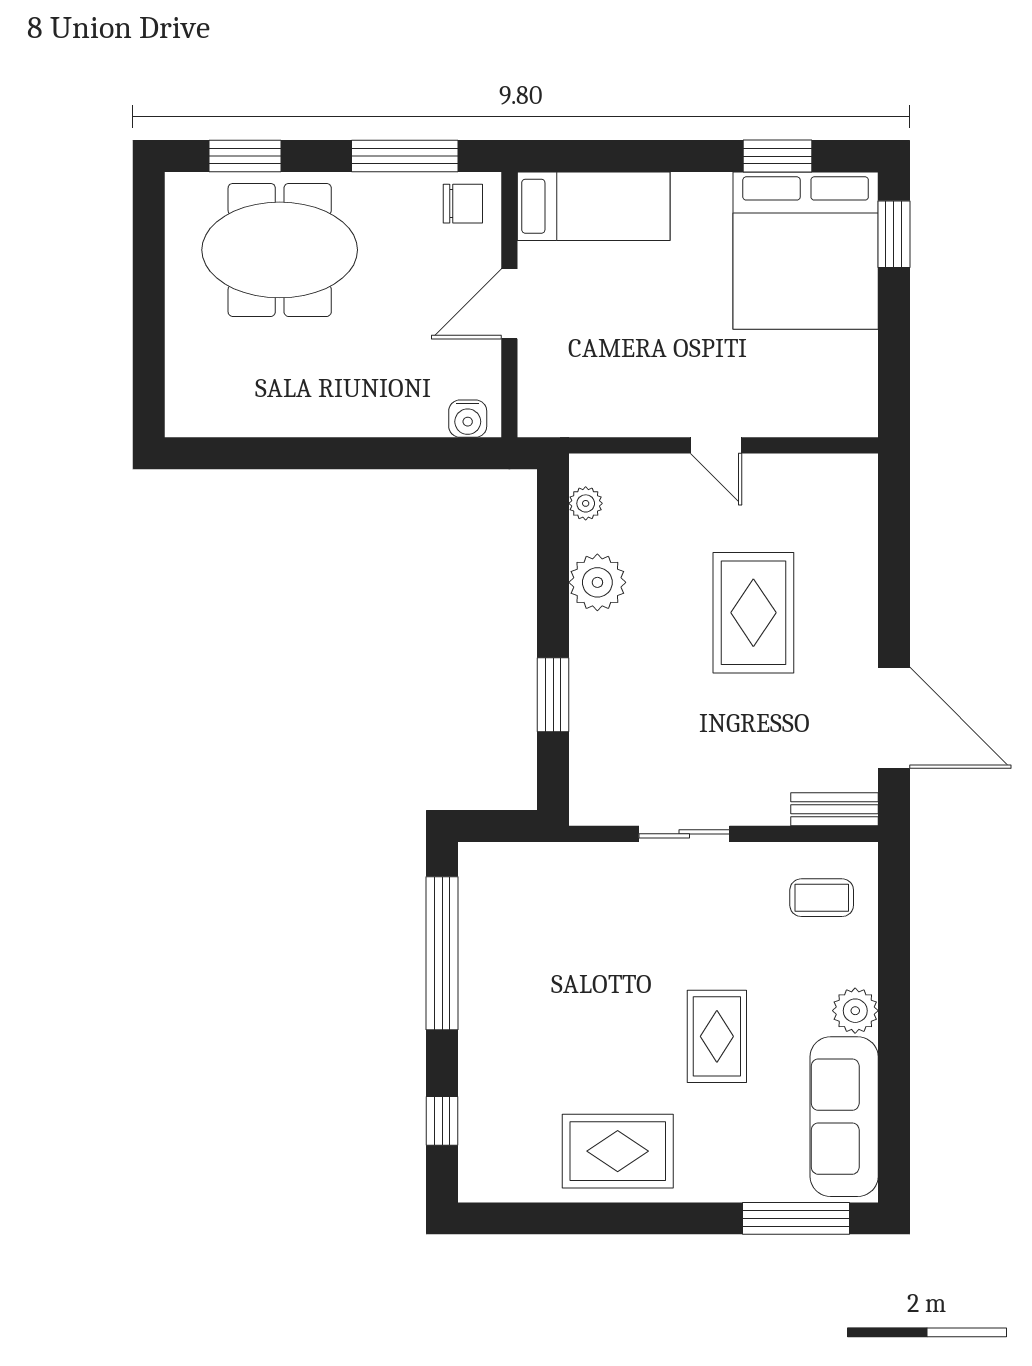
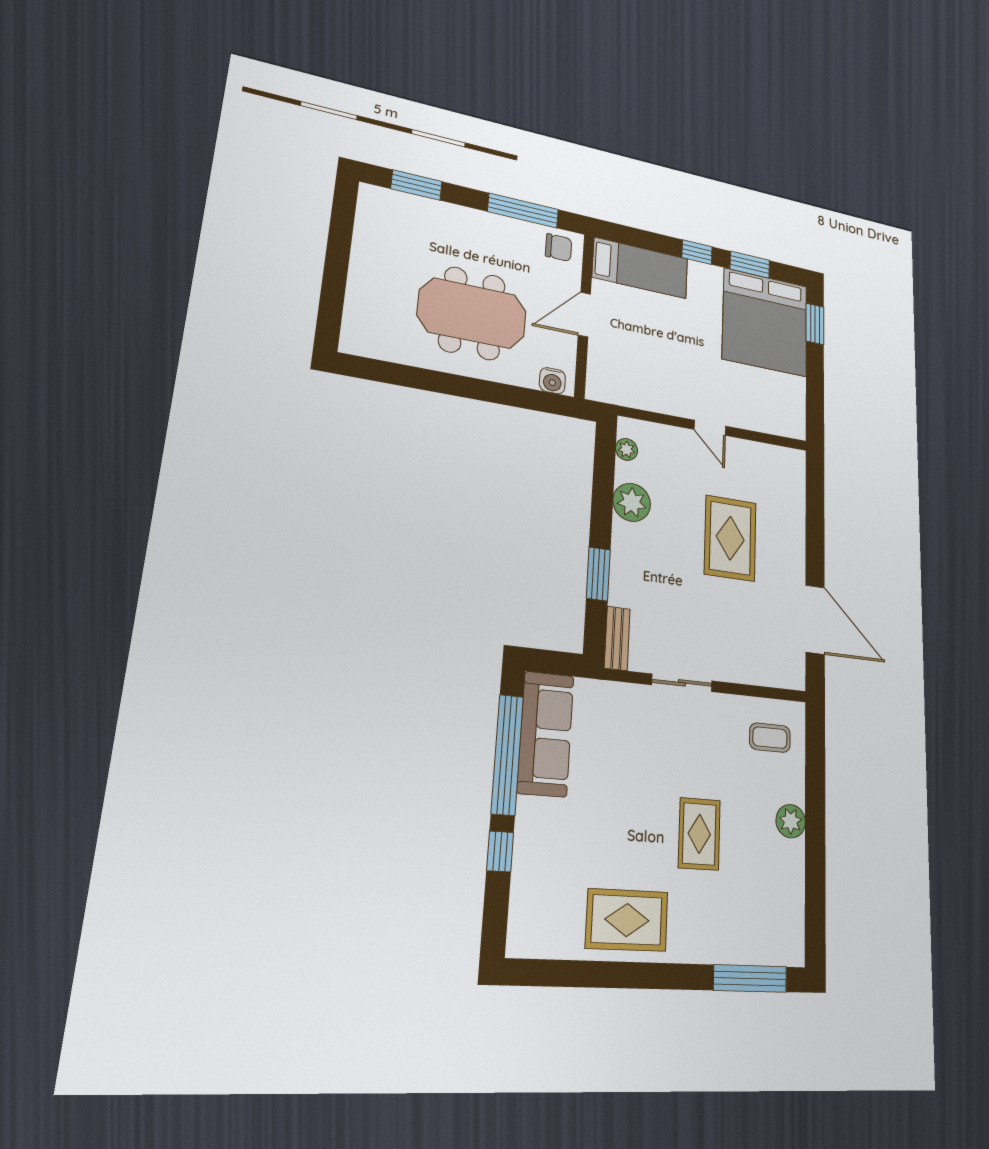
window: (686, 156) -> (697, 252), added
meeting table: (280, 250) -> (472, 313), moved
bench: (834, 809) -> (617, 638), moved, turned 90
sofa: (844, 1117) -> (546, 734), moved, turned 180
window: (442, 1121) -> (500, 851), moved

